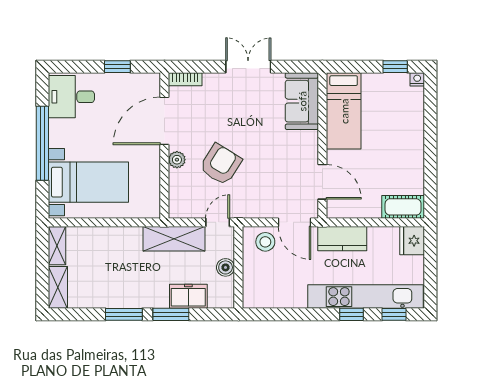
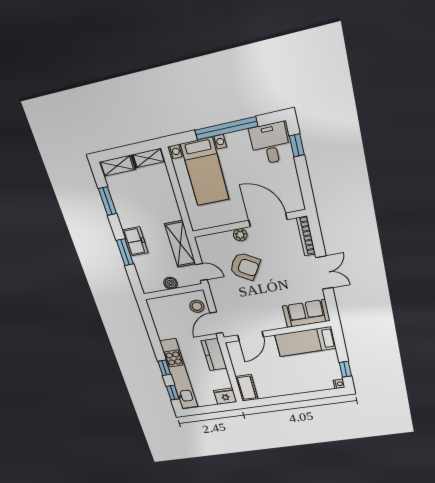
window: (117, 67) -> (297, 145), moved
bookcase: (185, 79) -> (306, 236), width x1.56
freezer: (188, 296) -> (135, 242), moved
window: (124, 314) -> (107, 201), moved

